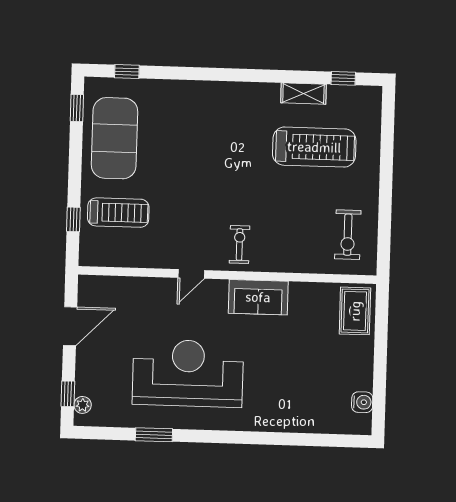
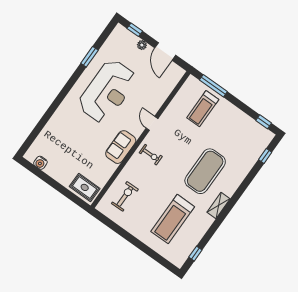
shelving: (303, 94) -> (219, 206), moved
exercise mat: (115, 138) -> (205, 171), moved, turned 90
window: (73, 219) -> (213, 86), width x2.17
exercise bike: (348, 235) -> (125, 196), moved, turned 90
plant: (83, 405) -> (142, 45), moved

